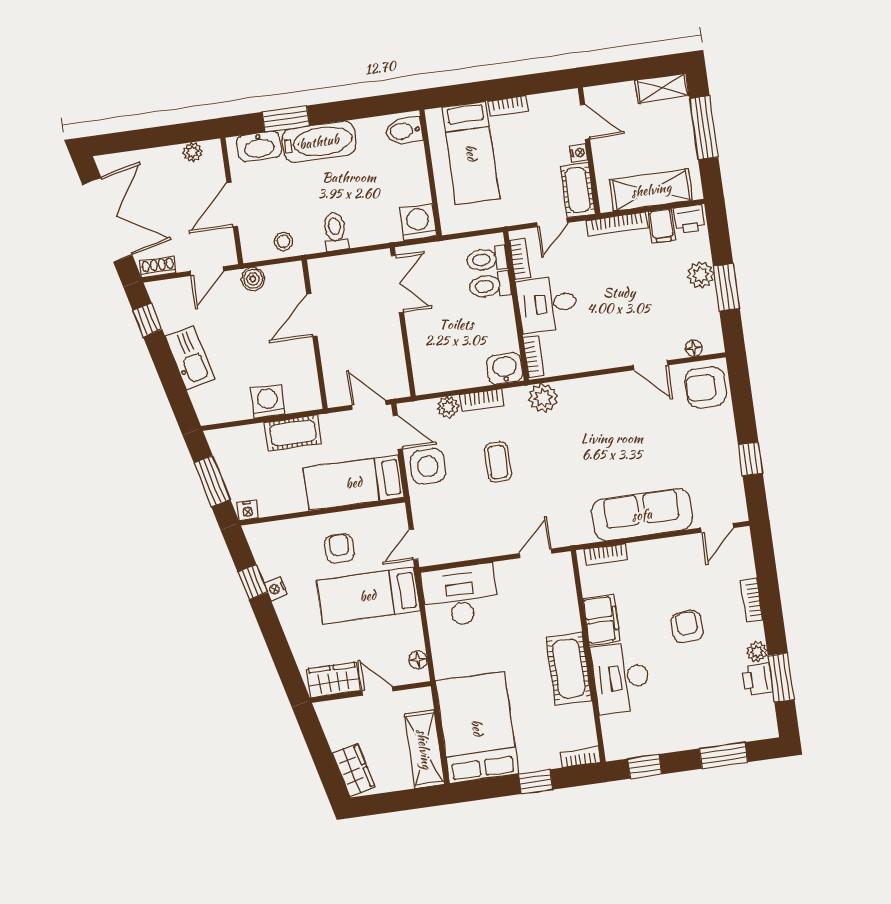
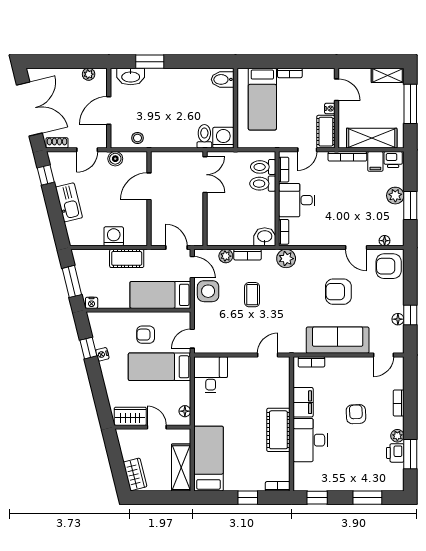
bathtub: (319, 142) -> (169, 79), removed
toilet: (335, 231) -> (204, 136), moved
armchair: (633, 438) -> (338, 292), added
floor lamp: (732, 468) -> (398, 319), added
armchair: (339, 548) -> (146, 335), turned -90
desk: (460, 596) -> (211, 375), width x0.73
bed: (477, 728) -> (208, 459), width x0.67

